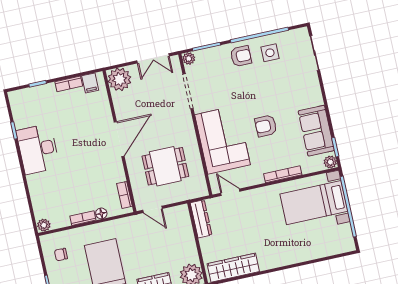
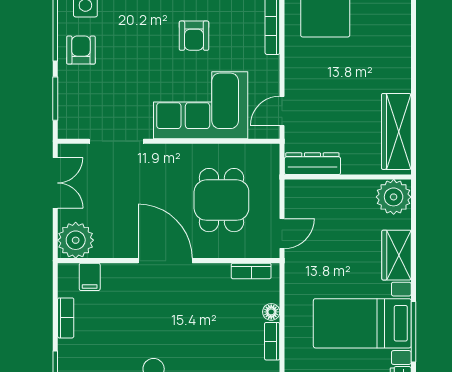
plant: (189, 58) -> (67, 129), removed
filing cabinet: (90, 83) -> (90, 277), moved, turned 90

